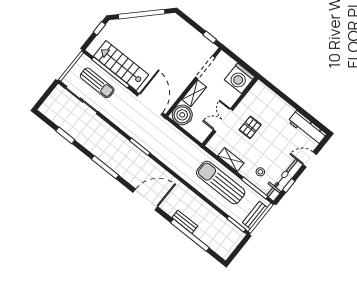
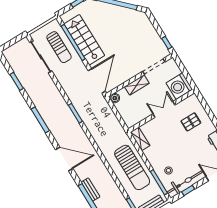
boiler: (182, 115) -> (115, 98), width x0.54, depth x0.54
double door: (223, 120) -> (164, 109), moved
pallet: (250, 127) -> (191, 122), moved
shelving: (231, 159) -> (140, 139), moved
sun lounger: (221, 183) -> (132, 167), turned 180

